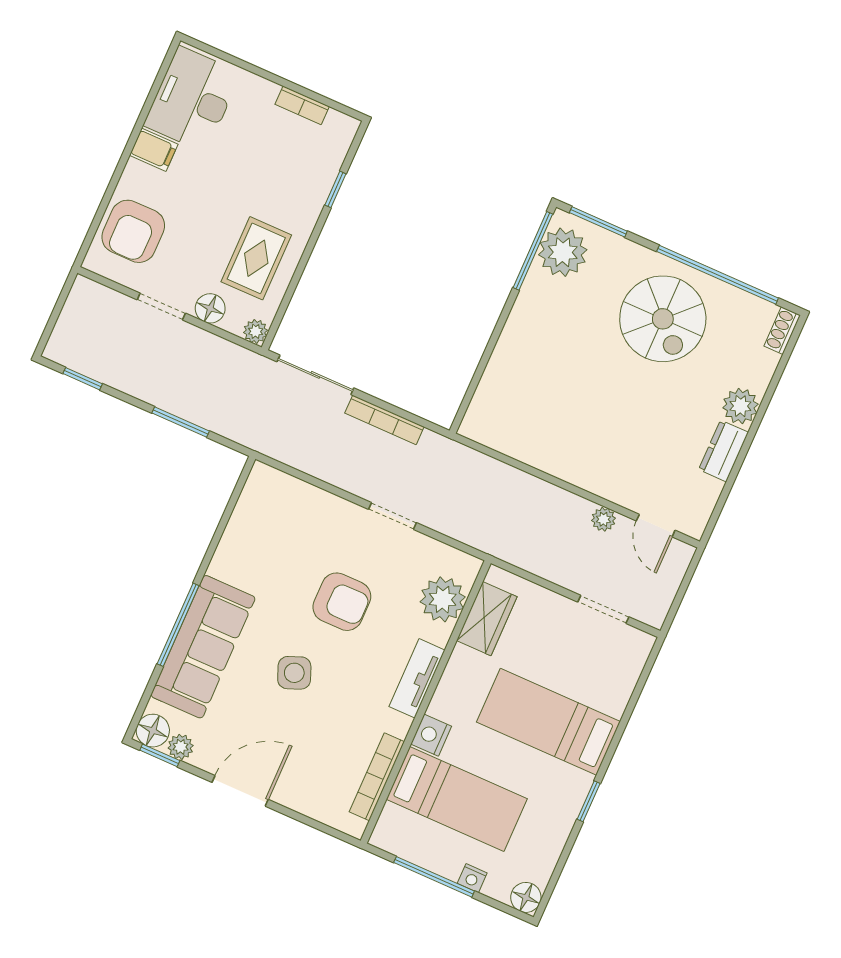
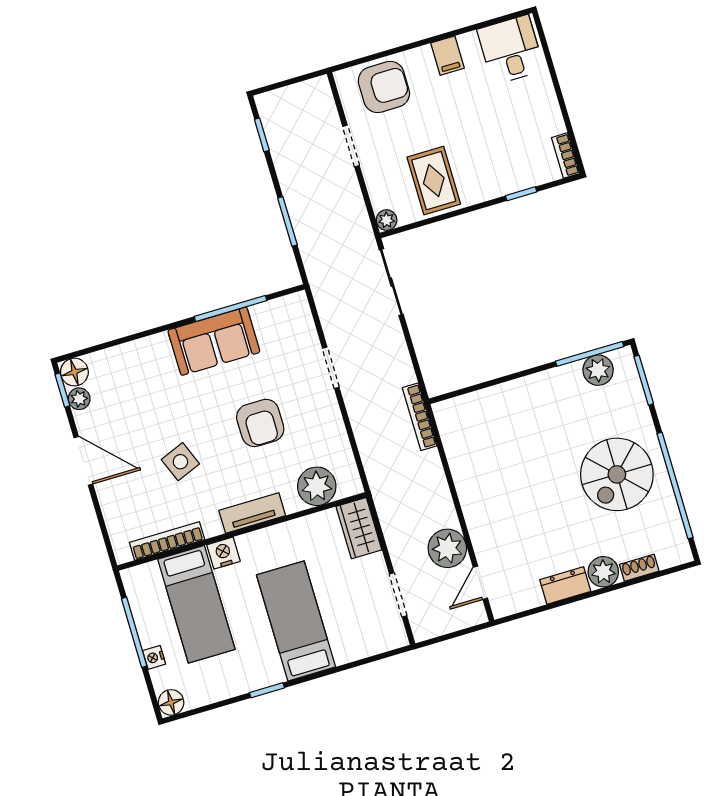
desk: (192, 99) -> (511, 50), width x0.73
bookcase: (302, 105) -> (566, 156), moved
armchair: (133, 231) -> (384, 87), turned 180
plant: (563, 252) -> (598, 370), width x0.73, depth x0.73
rug: (256, 258) -> (434, 181), turned 90
floor lamp: (210, 308) -> (377, 178), removed
shoe rack: (782, 331) -> (639, 568), moved
bookcase: (384, 420) -> (420, 417), moved
doorway: (392, 516) -> (331, 368), moved
plant: (604, 519) -> (447, 548), width x1.88, depth x1.88
wardrobe: (487, 619) -> (359, 528), moved, turned 90
window: (178, 625) -> (231, 308), moved
sofa: (203, 647) -> (214, 341), moved, width x0.73
side table: (294, 673) -> (180, 462), moved

